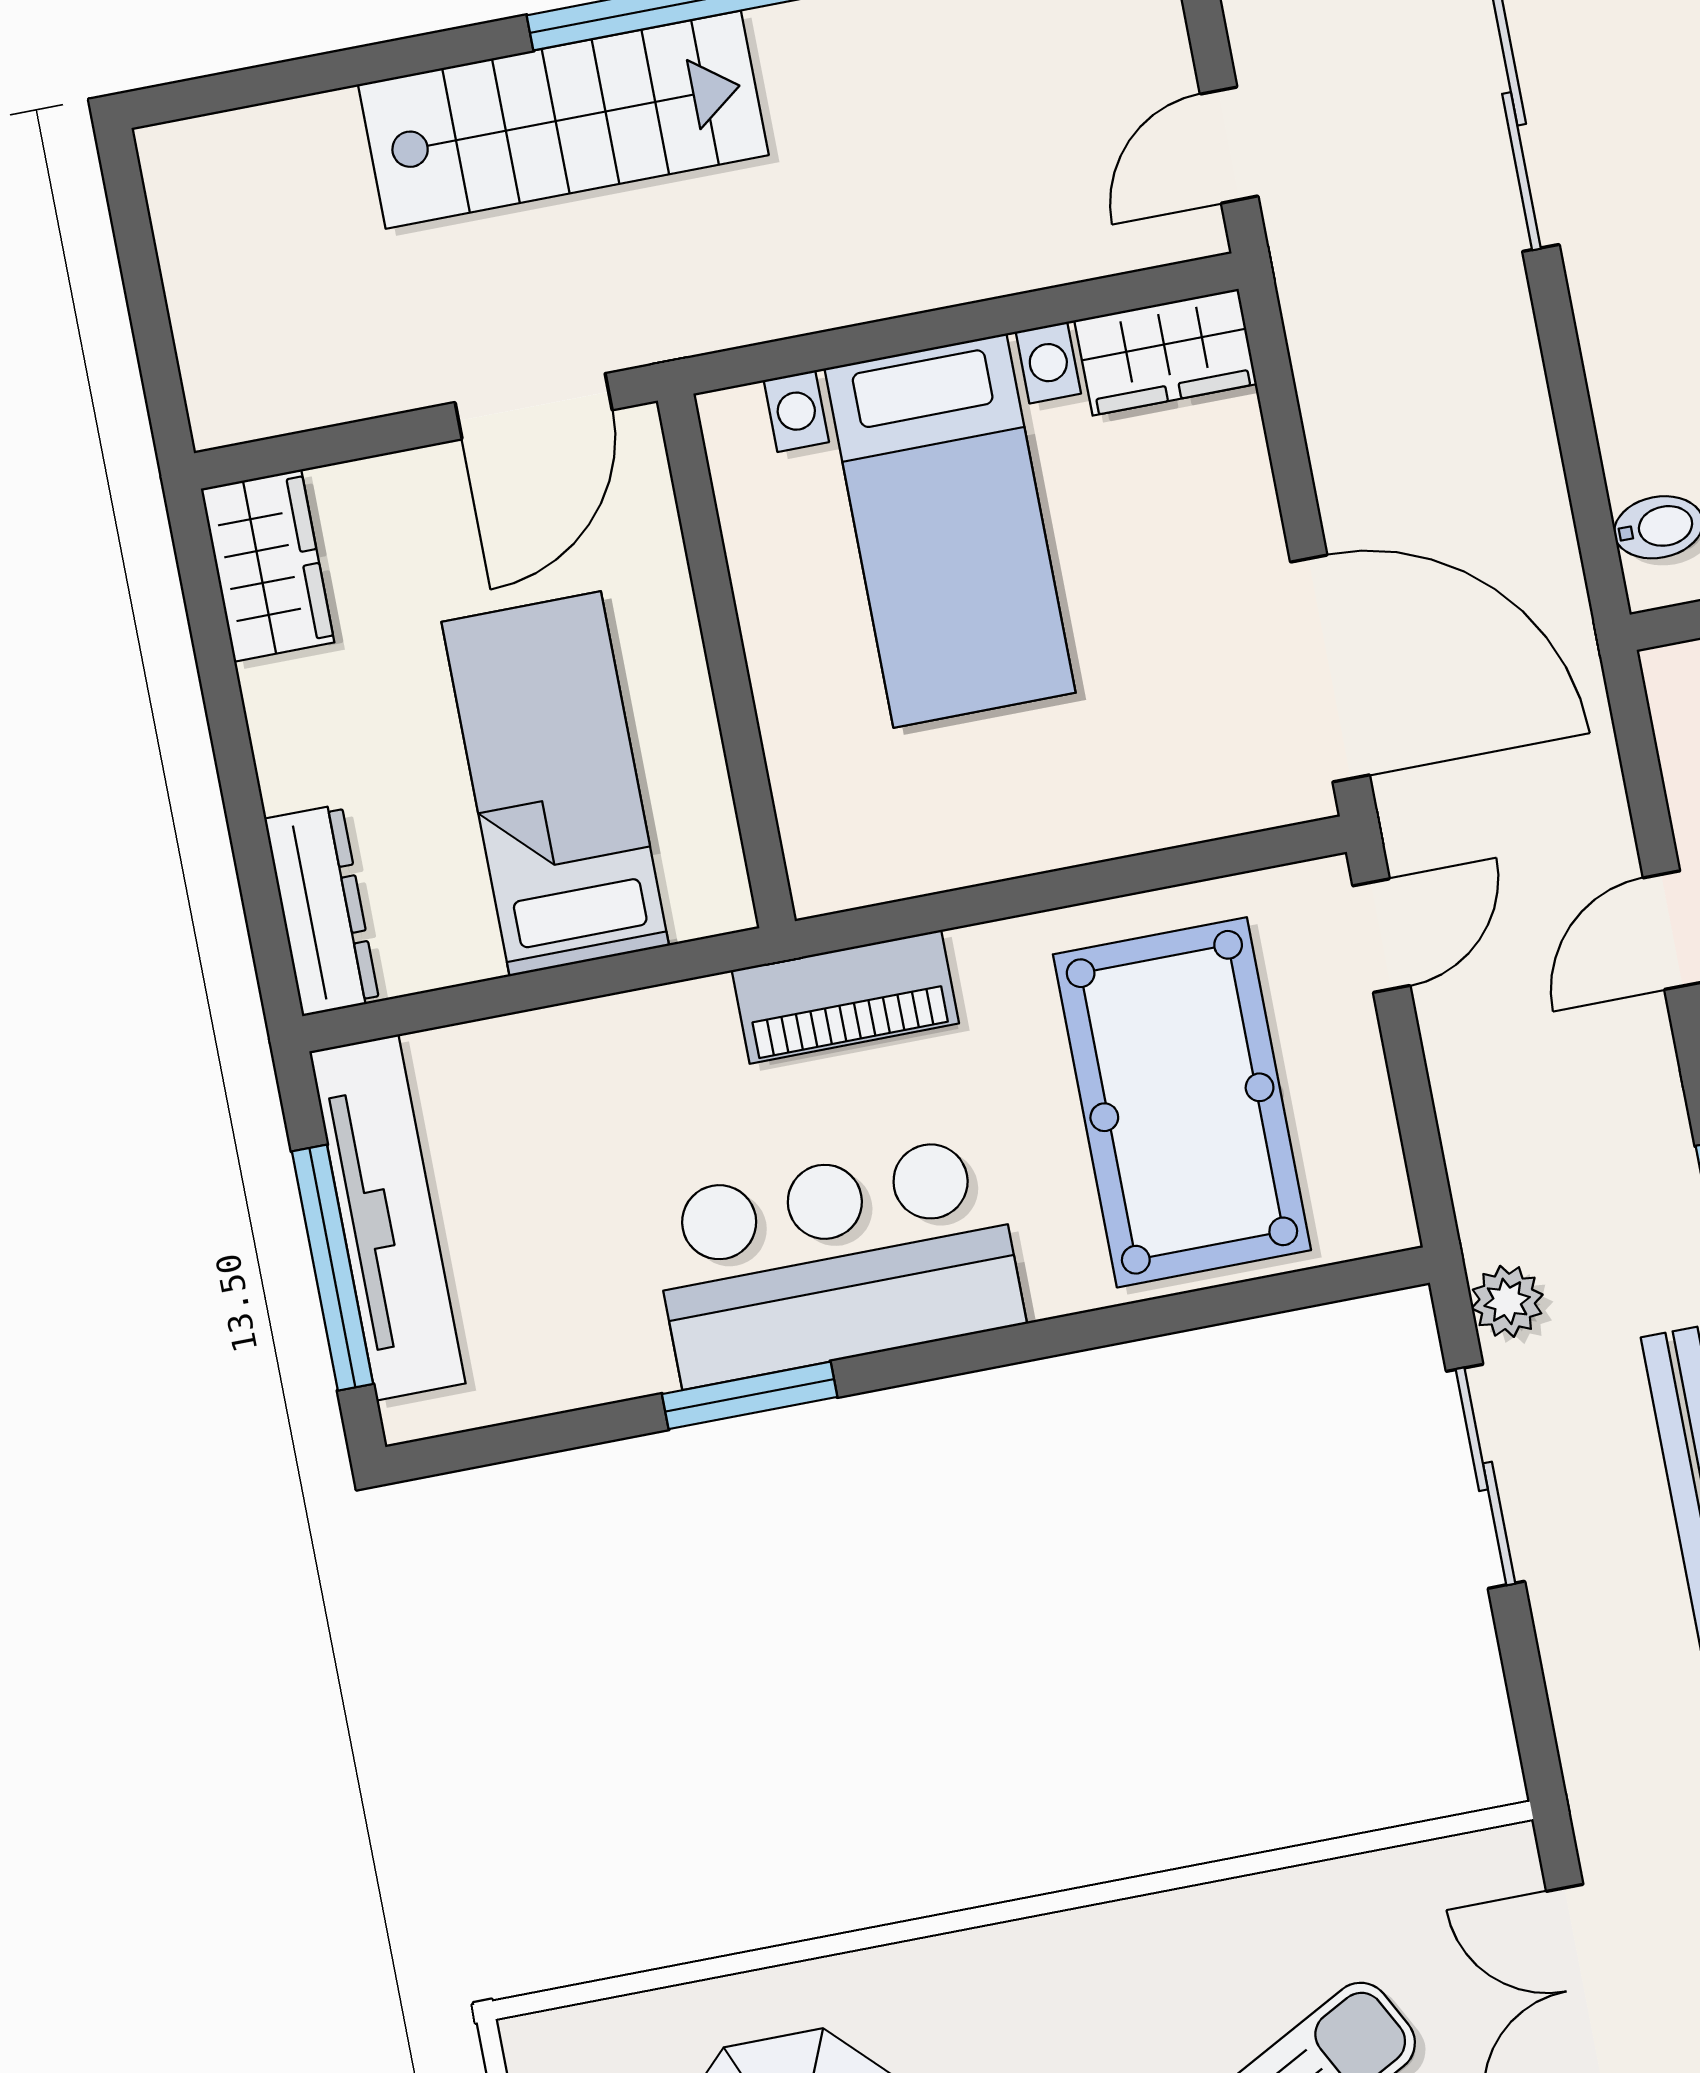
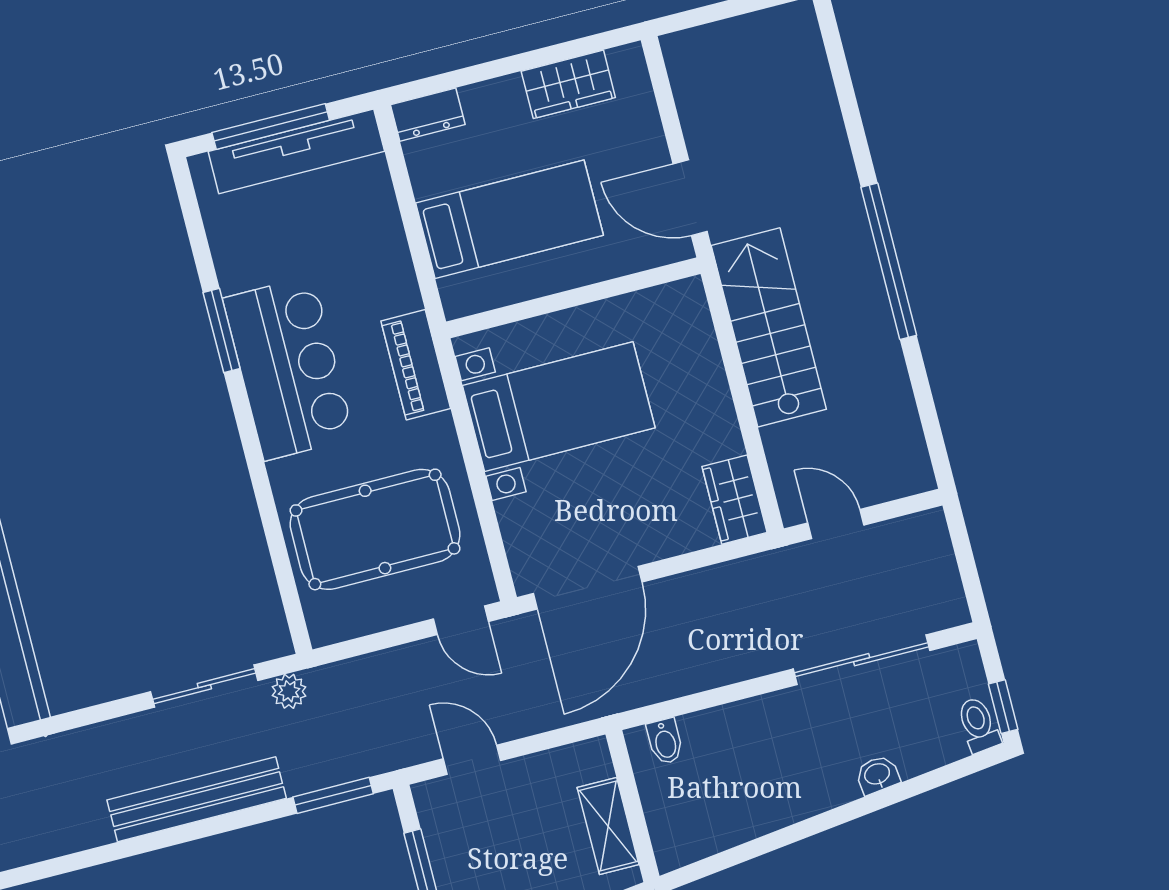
stairs: (563, 120) -> (769, 327), moved, turned 180
bed with nightstands: (950, 531) -> (559, 407), moved, turned 180
wardrobe: (268, 566) -> (568, 84), moved
dresser: (322, 910) -> (428, 115), width x0.70

